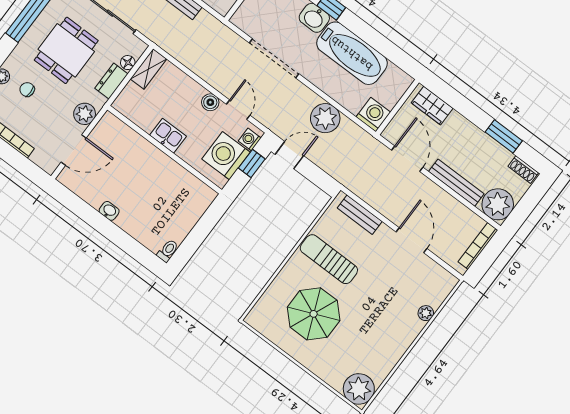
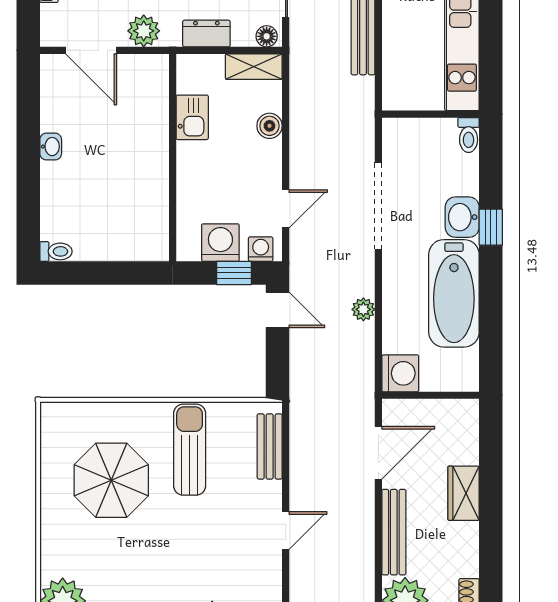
floor lamp: (128, 63) -> (267, 36), moved
boiler: (210, 102) -> (269, 126), moved
wardrobe: (432, 106) -> (463, 493), moved
plant: (325, 118) -> (363, 309), width x0.53, depth x0.53
kitchen sink: (168, 136) -> (192, 117), moved
window: (504, 136) -> (491, 547), removed
washing machine: (226, 156) -> (220, 243), width x0.73, depth x0.73
door: (411, 240) -> (286, 531), width x0.73

